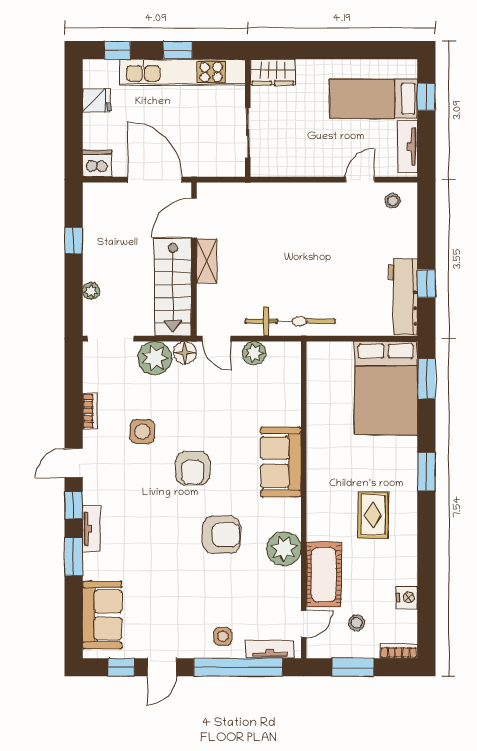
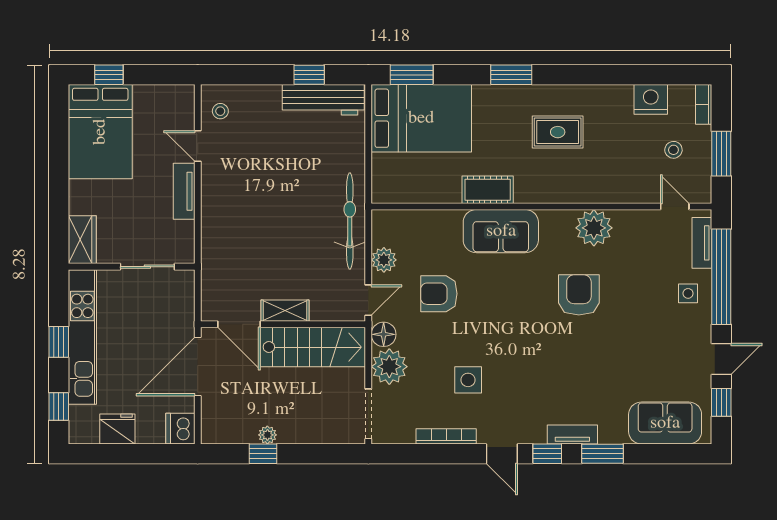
bed: (374, 99) -> (100, 132), width x1.50
fridge: (97, 100) -> (117, 429), width x1.38
tv unit: (407, 146) -> (184, 191), moved, turned 90
plant: (91, 291) -> (267, 435), moved
bookcase: (90, 411) -> (446, 436), width x1.56
armchair: (193, 468) -> (439, 294), moved, turned 180
cot: (324, 574) -> (488, 190), moved, width x0.73, depth x0.75
nightstand: (407, 598) -> (651, 99), width x1.36, depth x1.33
door: (162, 667) -> (721, 359), hinge flipped

